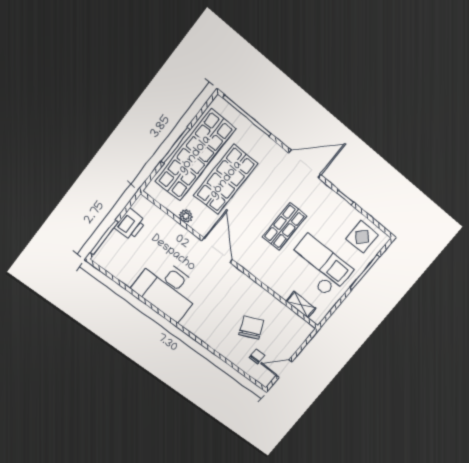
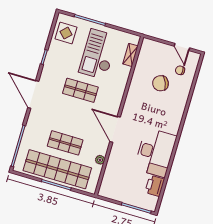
shop shelf: (226, 180) -> (65, 143), width x0.70, depth x0.74
printer: (130, 224) -> (155, 186), moved, turned -90
door: (217, 250) -> (115, 129), hinge flipped

